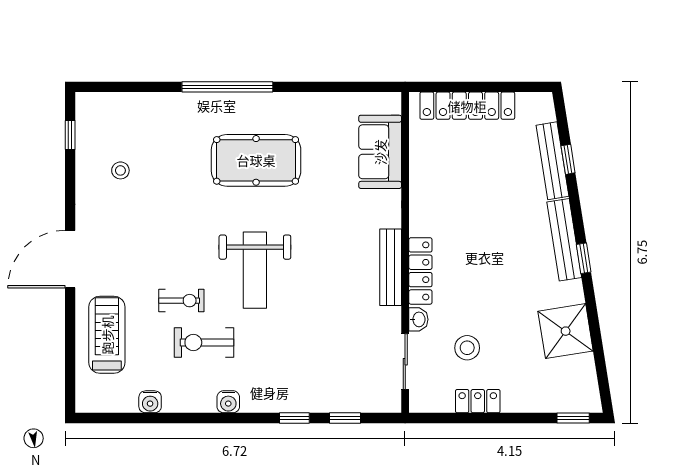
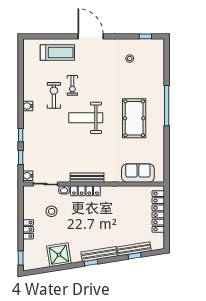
locker: (478, 401) -> (28, 229), moved
water cooler: (150, 402) -> (28, 176), moved

